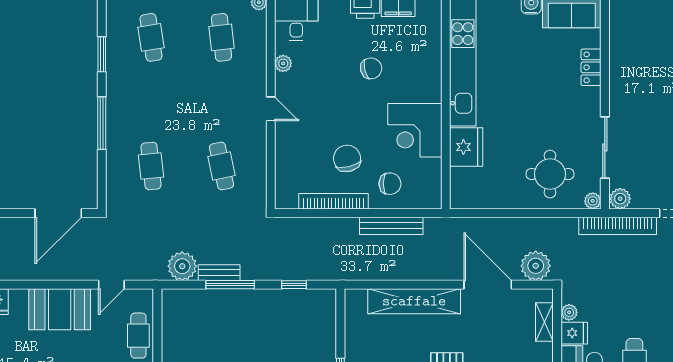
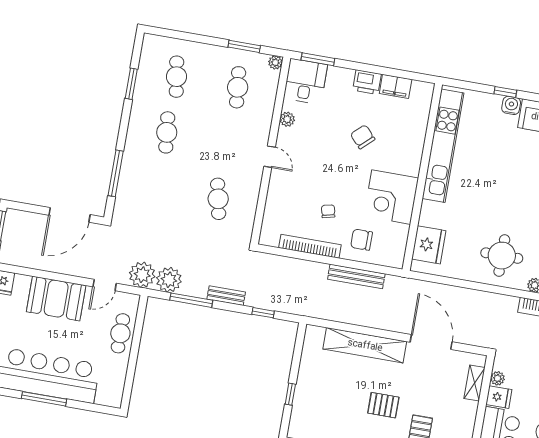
chair: (371, 68) -> (363, 137), turned -120
window: (102, 123) -> (116, 173), moved
fridge: (466, 147) -> (429, 245), moved
chair: (347, 158) -> (328, 211), width x0.54, depth x0.54
cafe table: (151, 166) -> (167, 132), moved
chair: (390, 184) -> (362, 240), turned 180
plant: (536, 266) -> (142, 275), moved
bench: (219, 273) -> (226, 296), moved
window: (230, 285) -> (191, 300), moved

